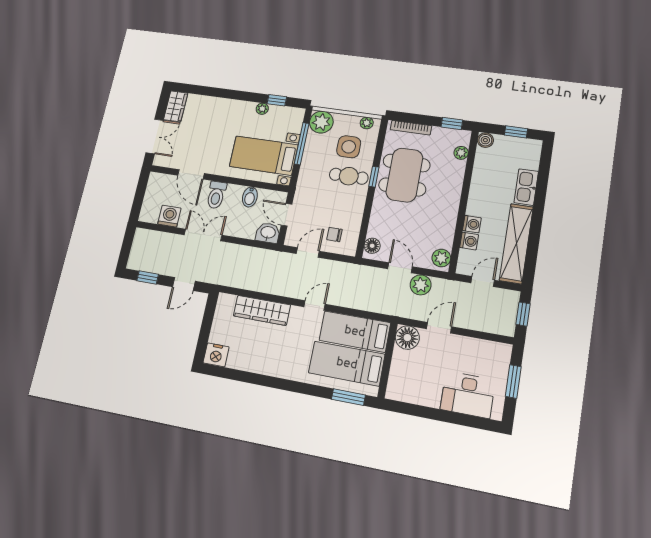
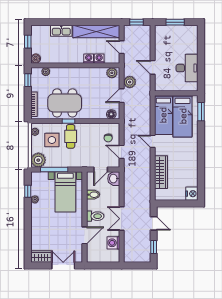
floor lamp: (407, 338) -> (161, 84), removed
desk: (468, 395) -> (187, 68), moved

